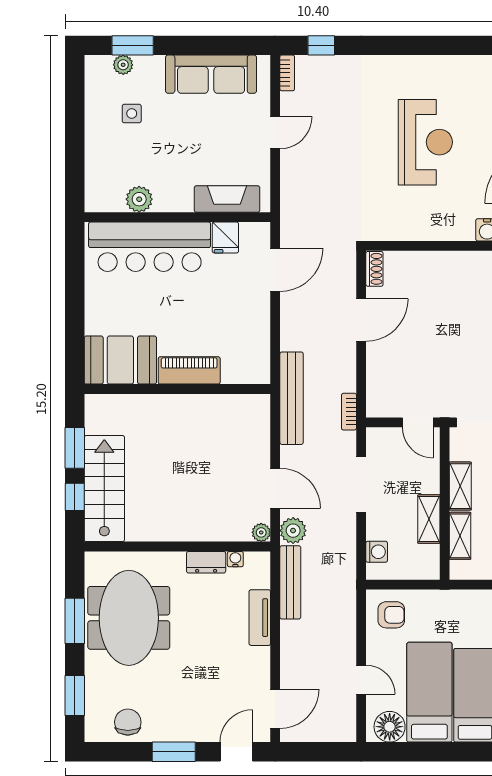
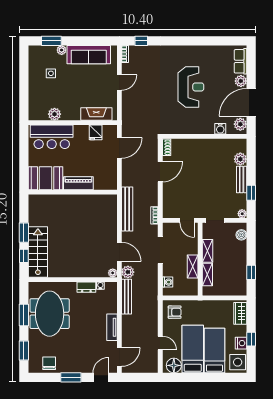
plant: (123, 65) -> (62, 50), moved
bar counter: (150, 247) -> (52, 137), width x0.73
booth: (120, 360) -> (46, 178), moved
piano: (189, 370) -> (78, 183), moved
wall: (177, 389) -> (73, 192), moved
tv unit: (260, 618) -> (112, 327), moved

